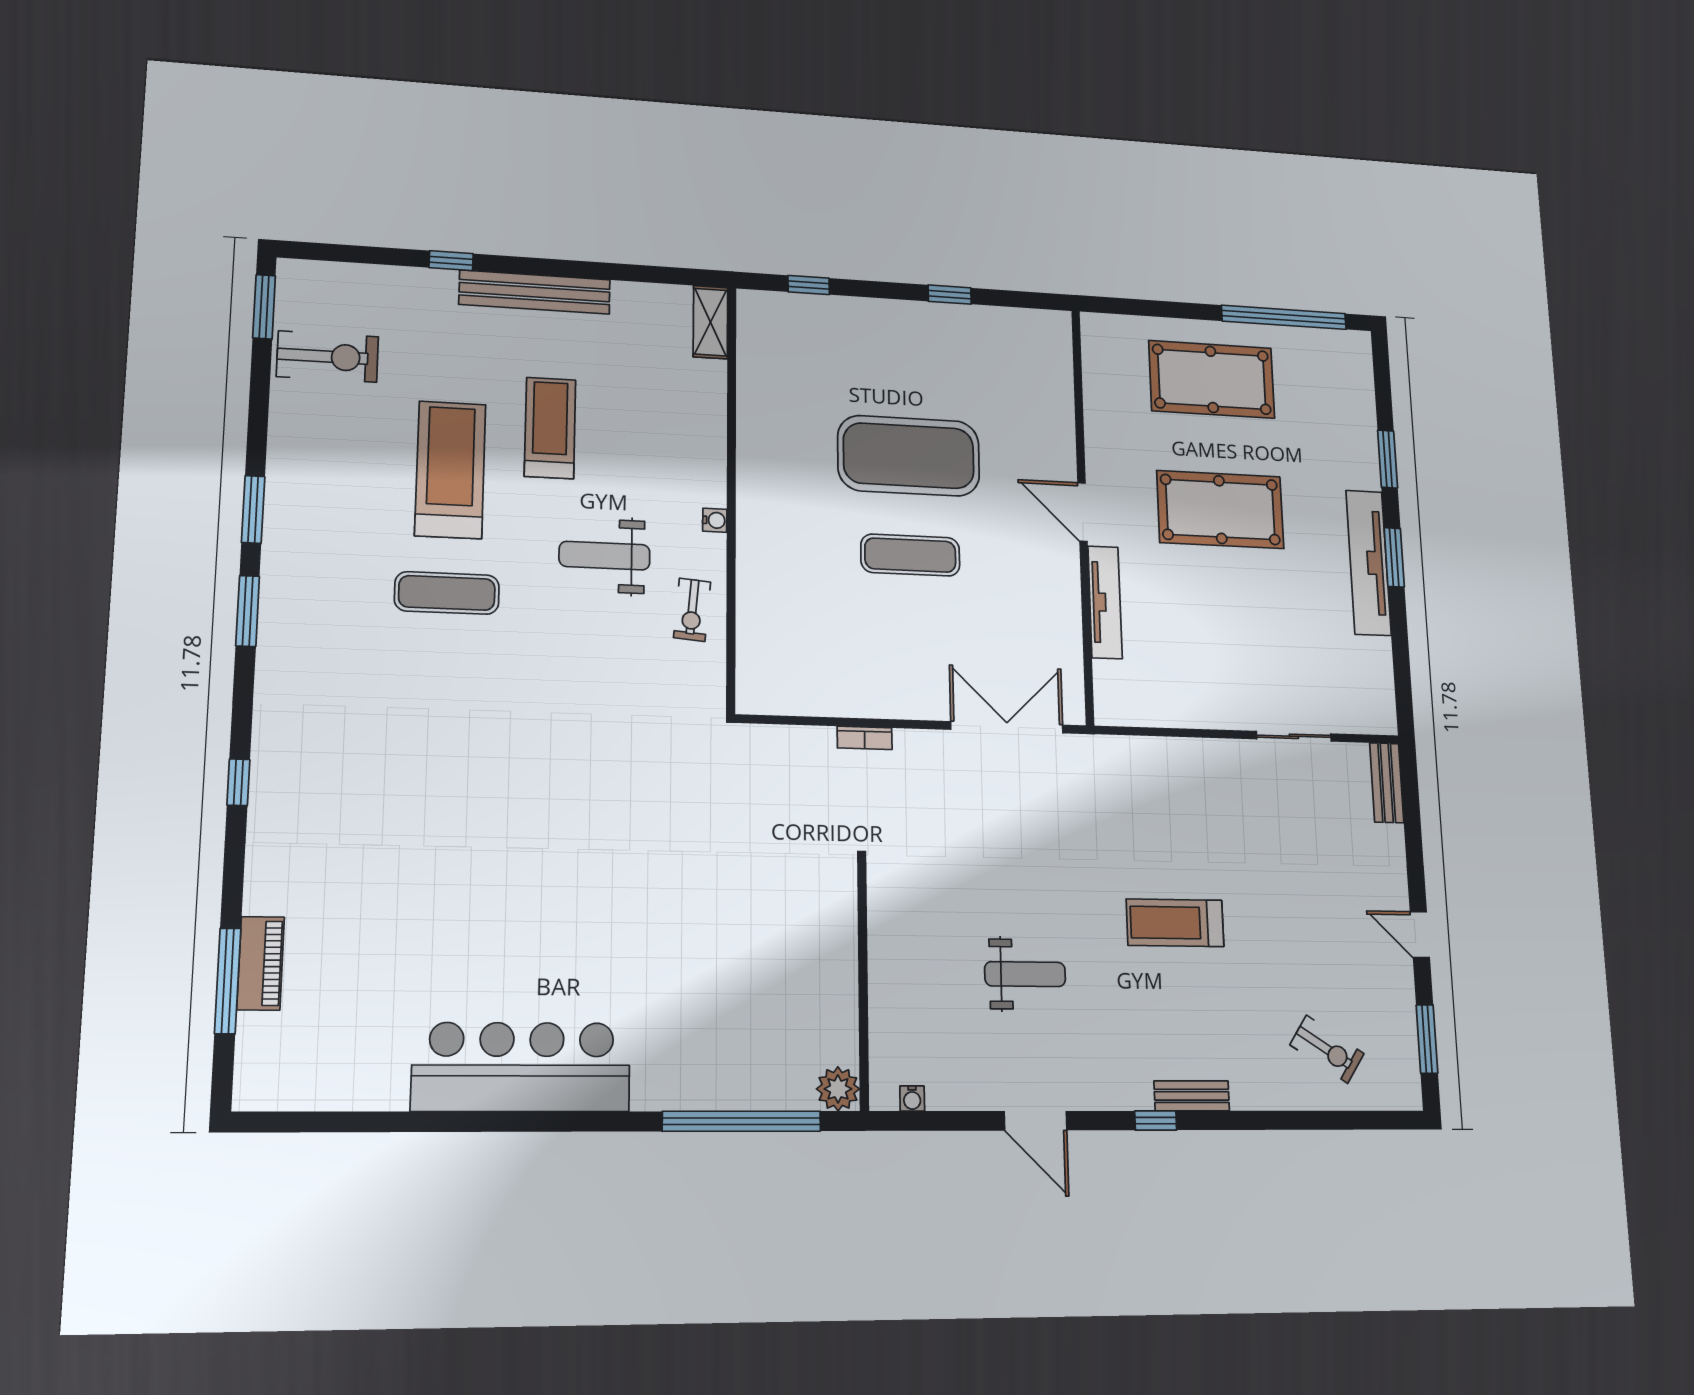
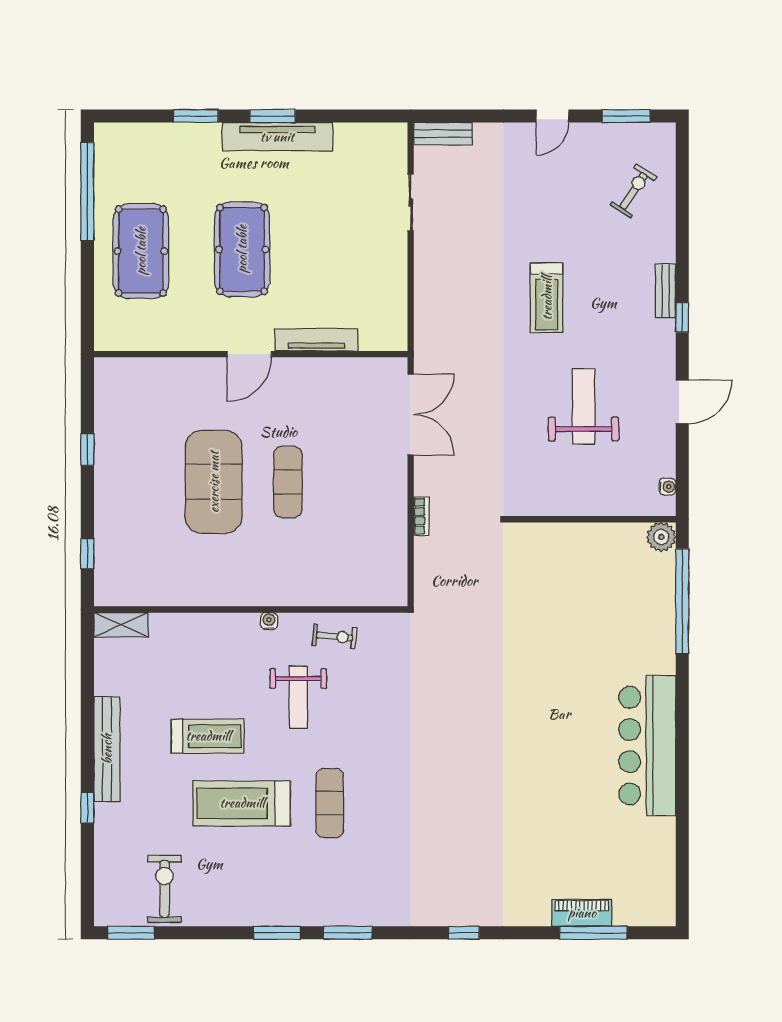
treadmill: (550, 428) -> (208, 736), turned 180
double door: (1007, 727) -> (411, 415), swing flipped
weight bench: (1025, 974) -> (584, 406), width x1.36, depth x1.33

